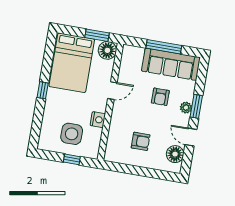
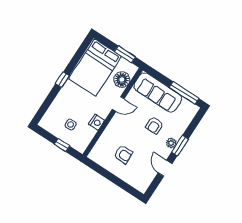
window: (164, 47) -> (184, 93), moved
floor lamp: (107, 50) -> (122, 80), moved
sofa: (171, 64) -> (158, 92), moved
side table: (72, 134) -> (71, 125), width x0.54, depth x0.54
floor lamp: (175, 154) -> (146, 176), removed

